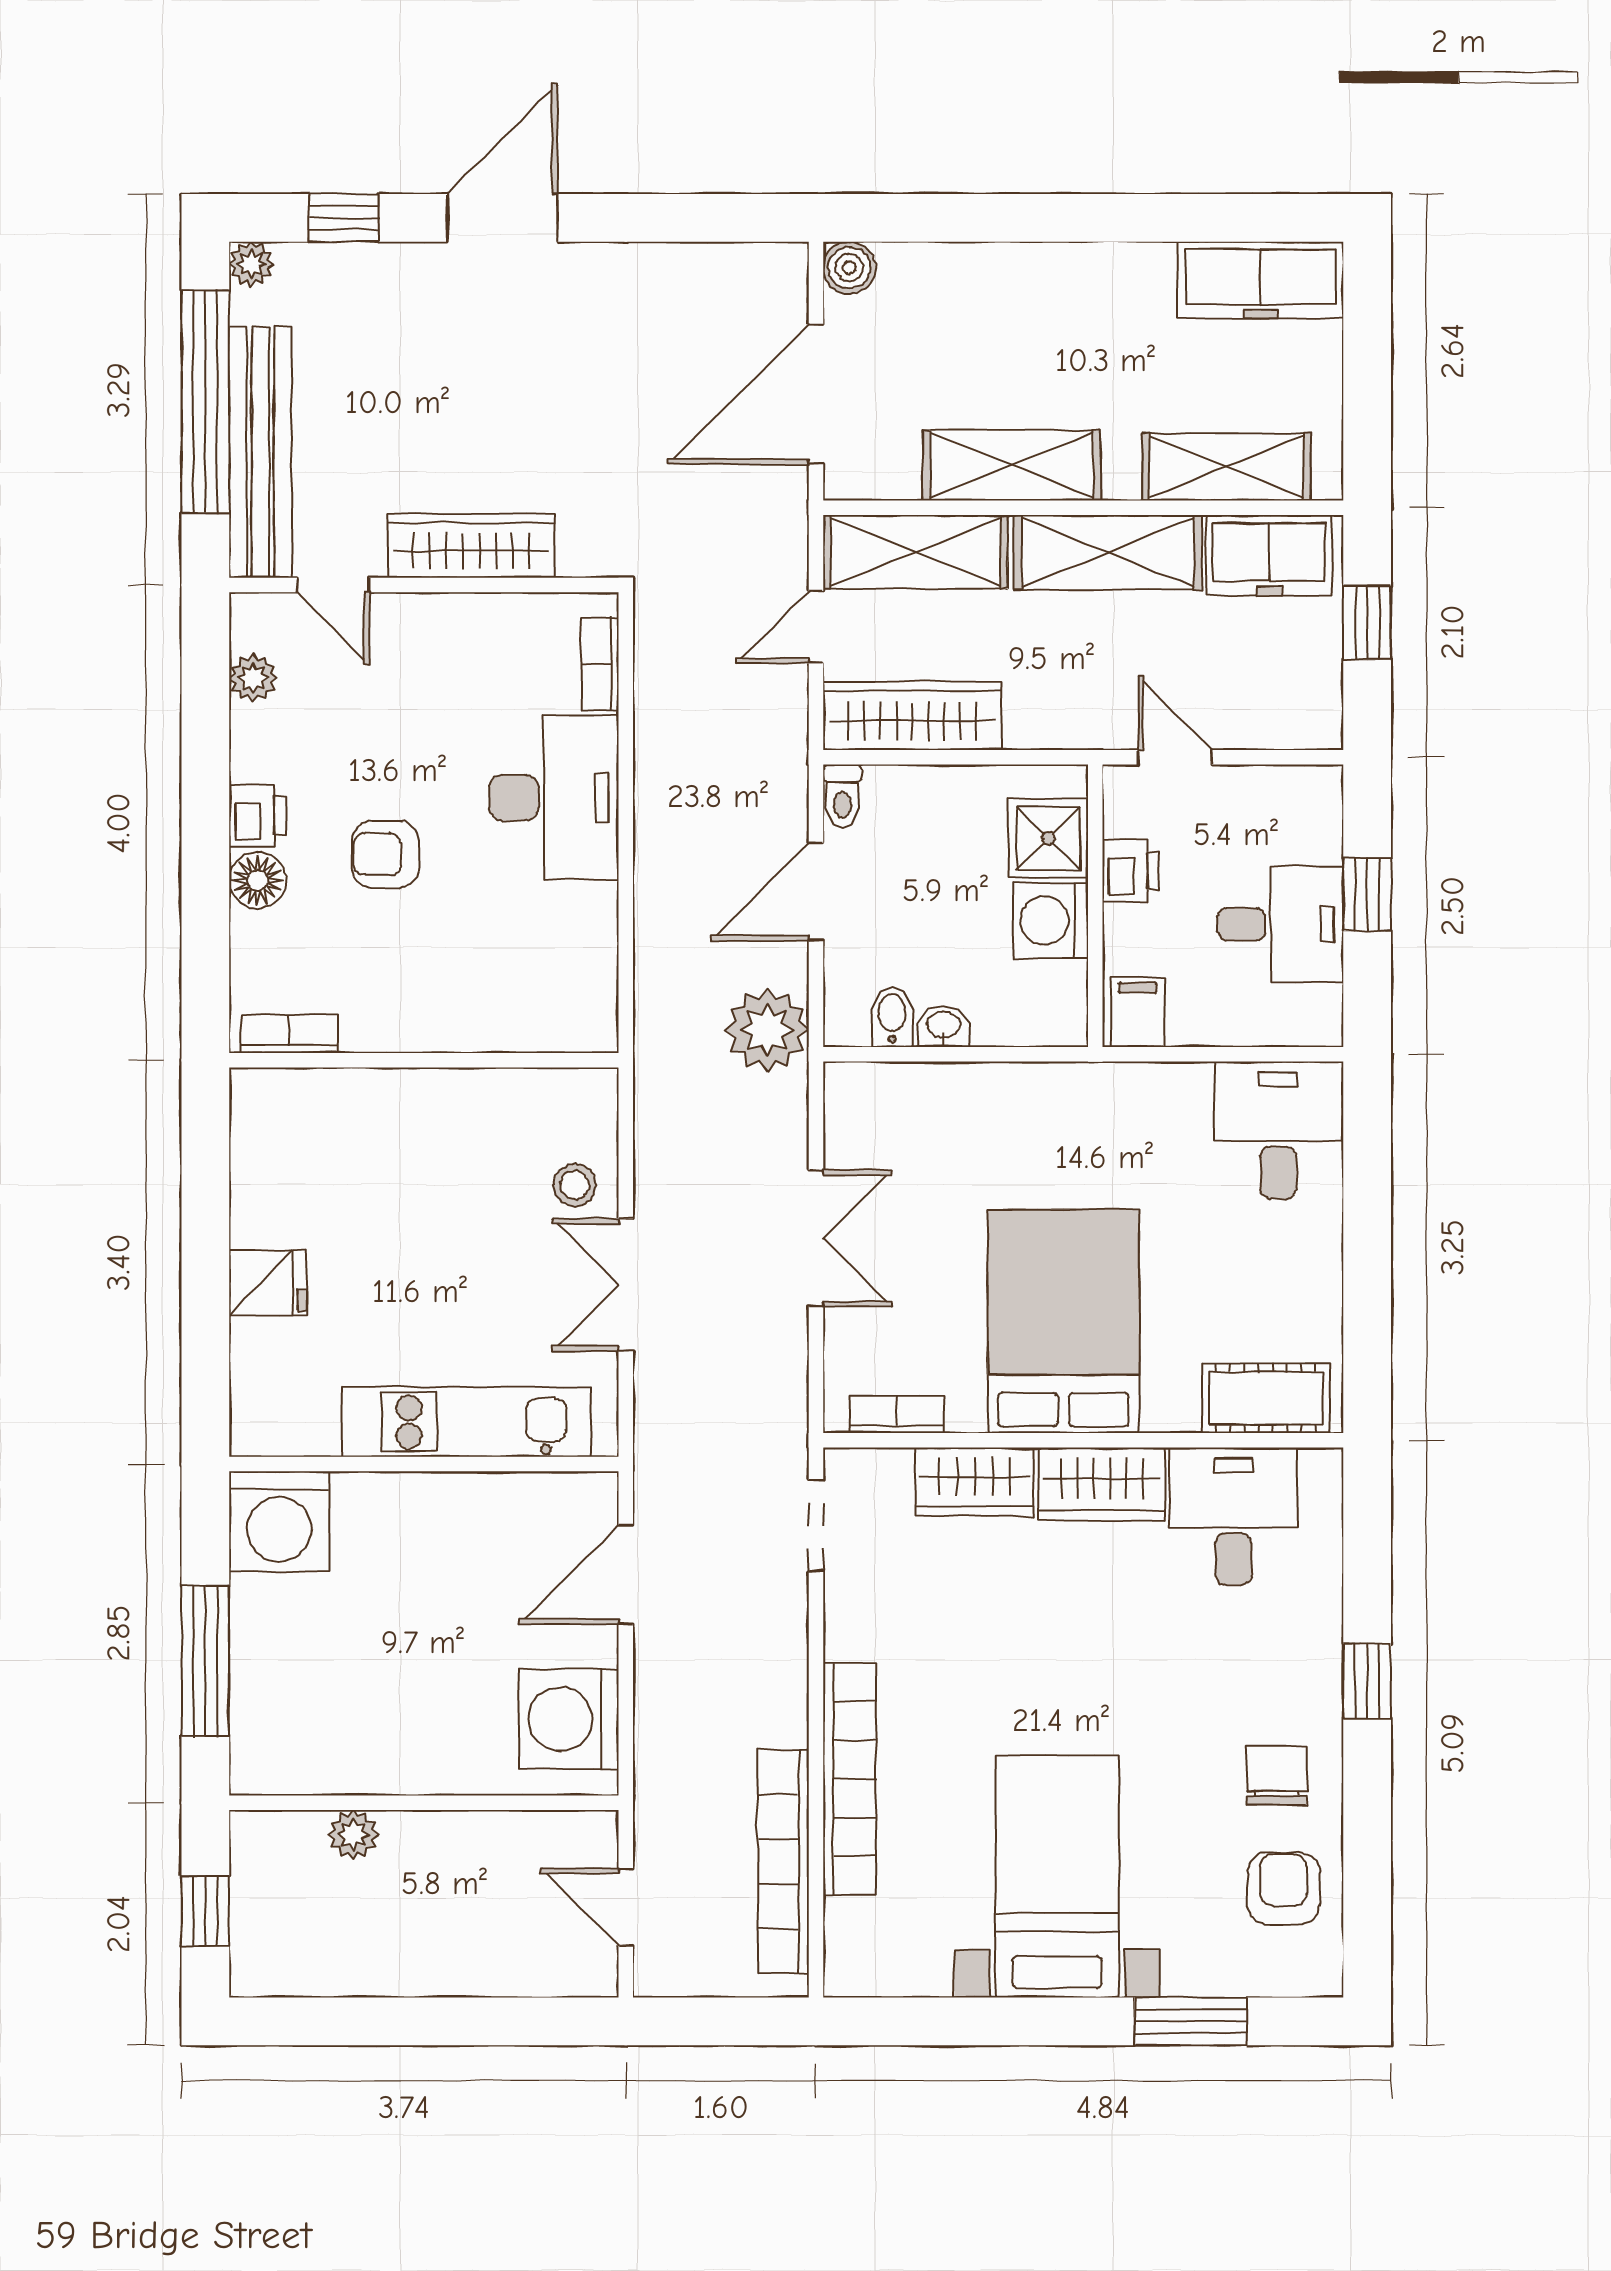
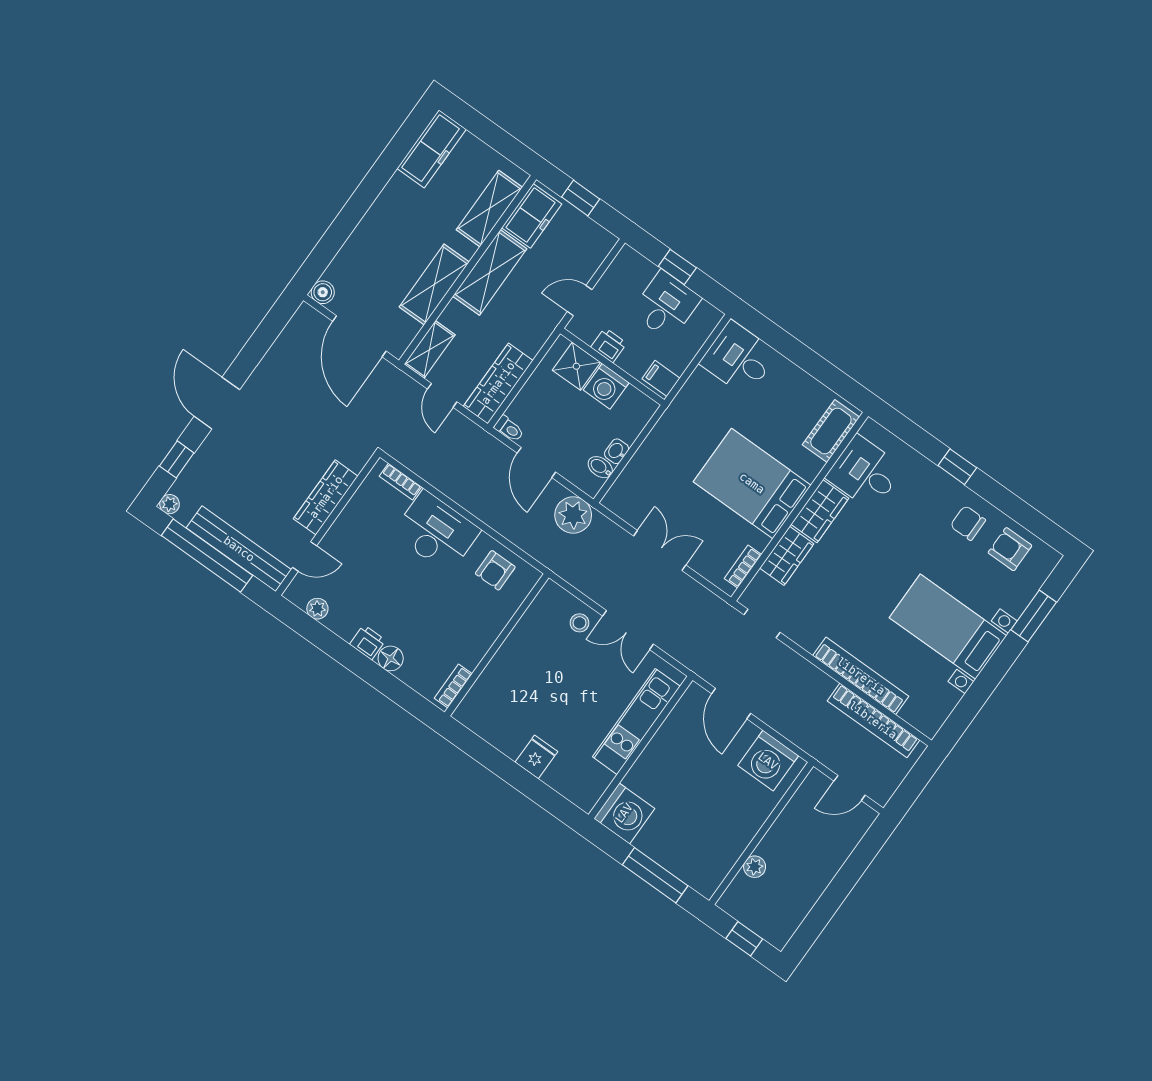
shelving: (915, 552) -> (430, 349), width x0.67, depth x0.75
armchair: (385, 854) -> (495, 570), moved

